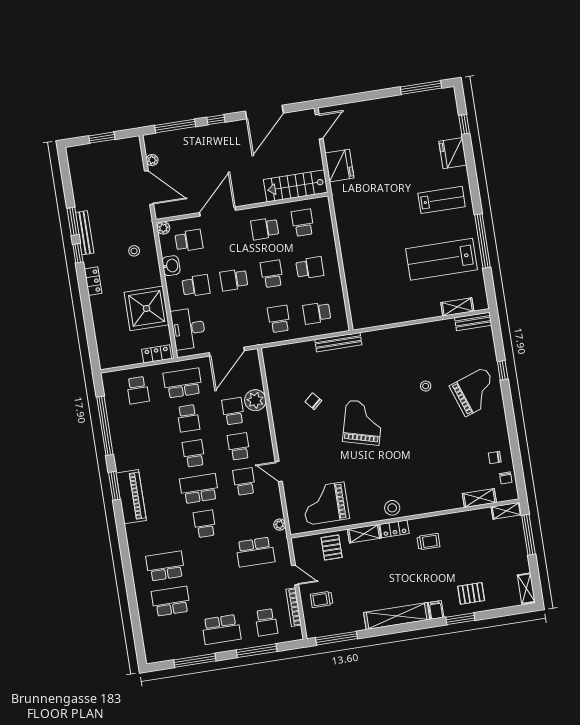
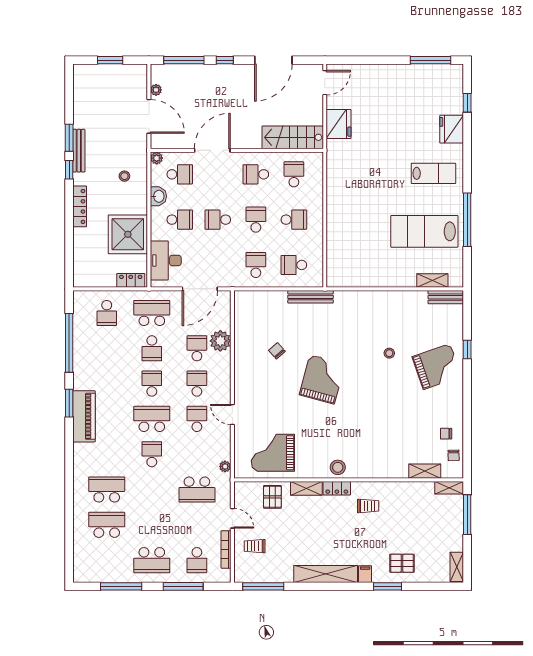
locker: (93, 281) -> (80, 206), width x1.53

